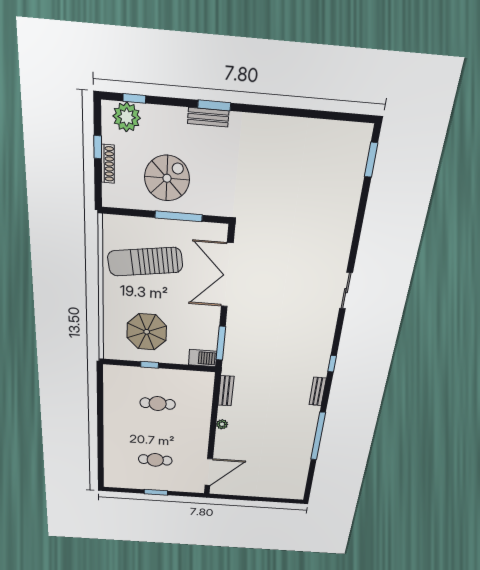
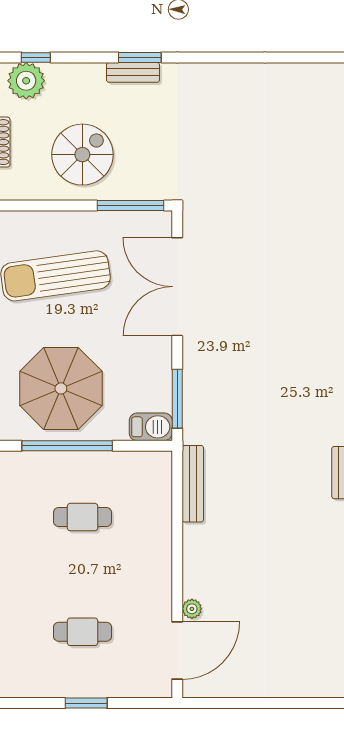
window: (179, 216) -> (130, 205), moved
parasol: (147, 332) -> (61, 388), width x1.36, depth x1.36
window: (150, 365) -> (67, 446), width x3.17
bench: (226, 391) -> (193, 484), width x1.36
plant: (222, 424) -> (192, 609), moved

